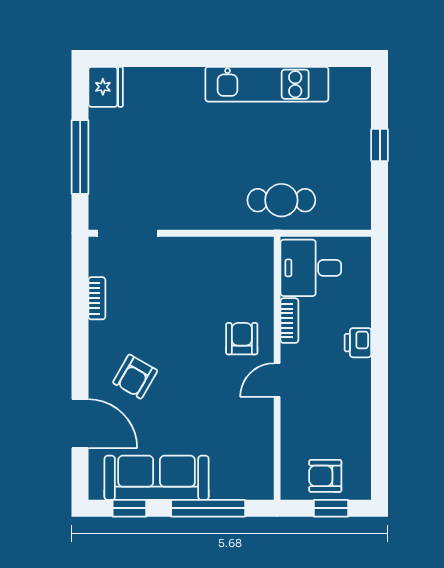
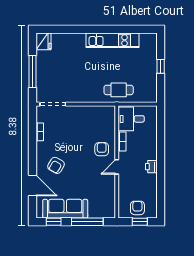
printer: (358, 343) -> (151, 167), moved
armchair: (325, 476) -> (137, 208), turned 90

